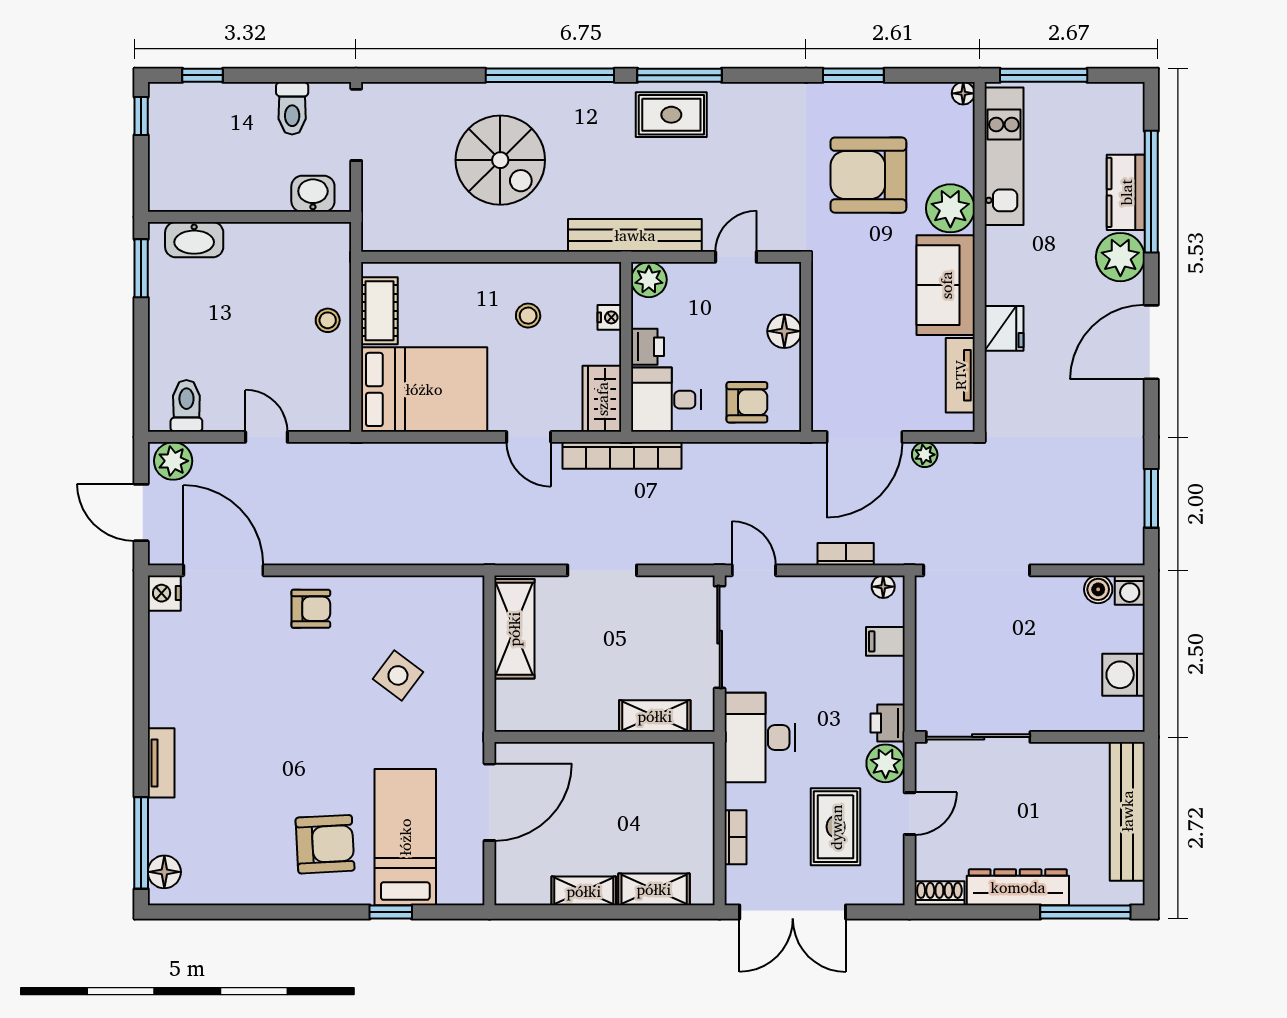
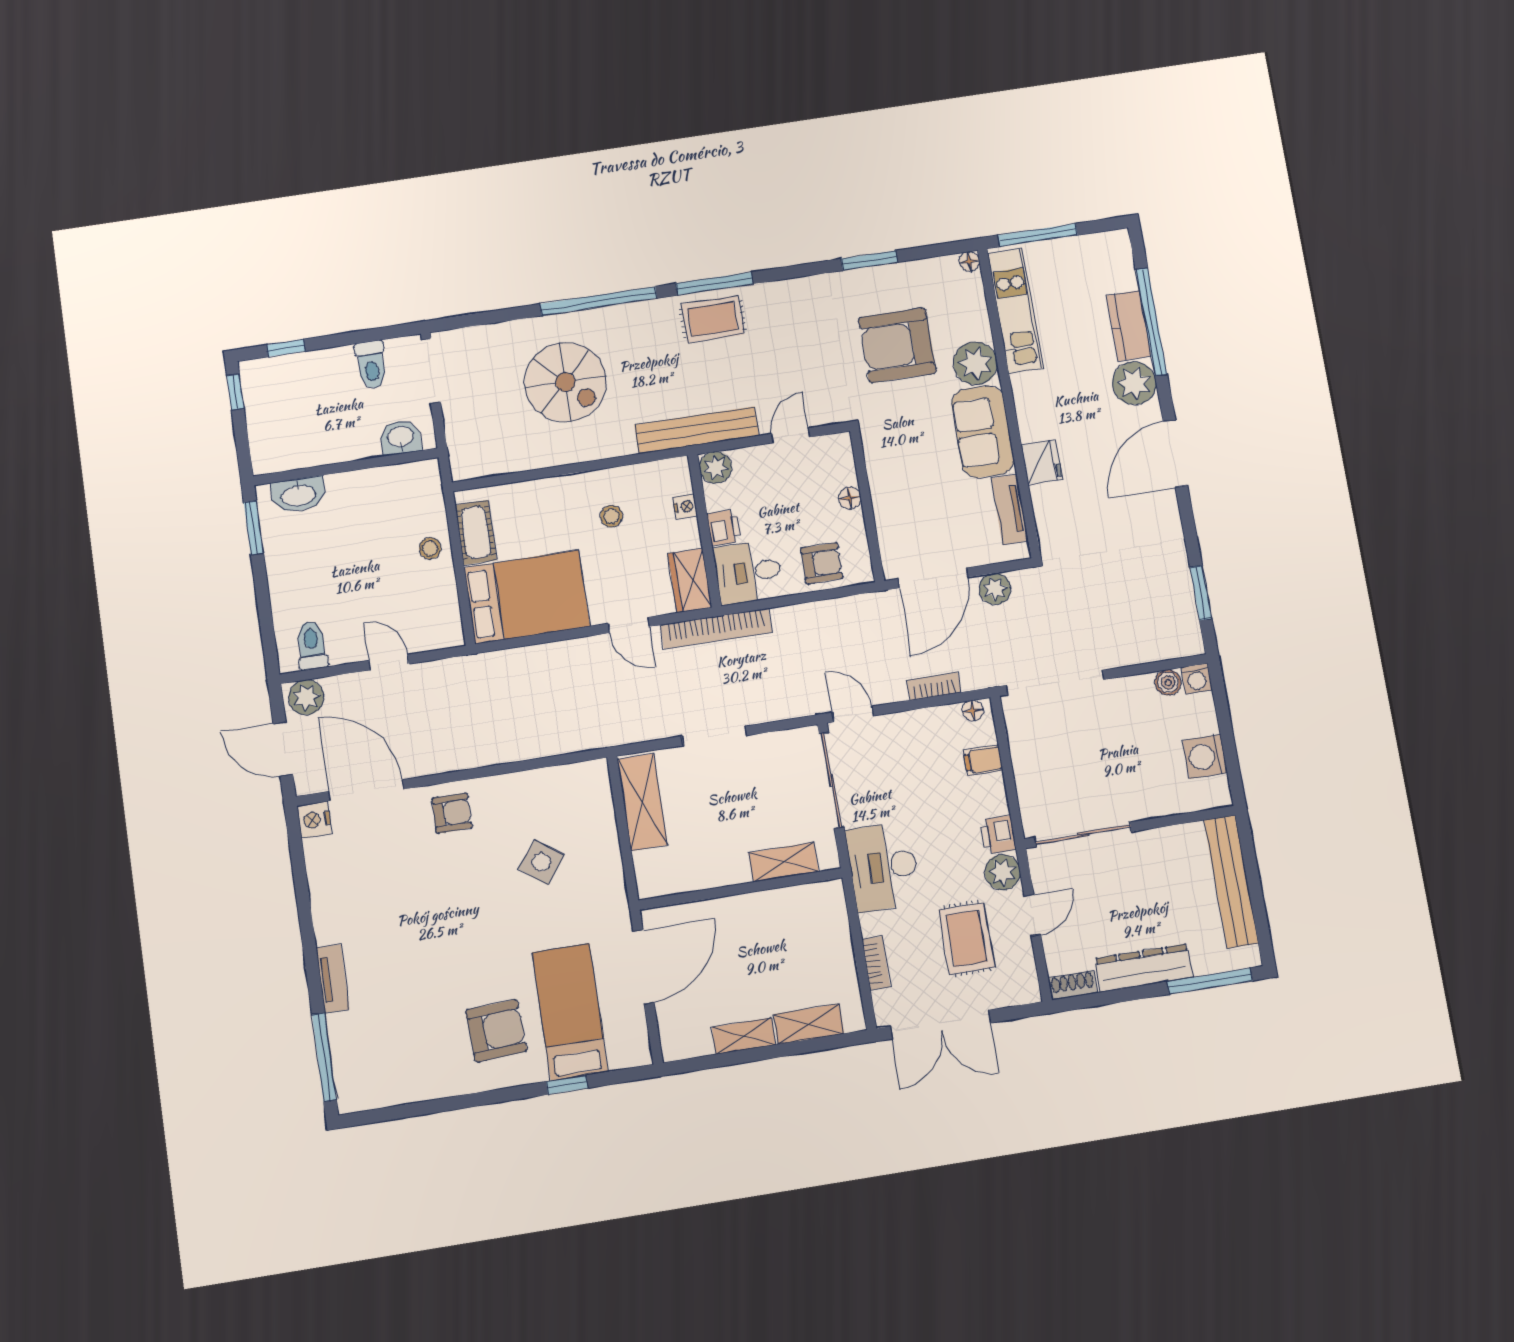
floor lamp: (784, 331) -> (850, 498), width x0.73, depth x0.73
plant: (925, 455) -> (995, 589), width x1.38, depth x1.38
floor lamp: (164, 872) -> (350, 1081), removed

